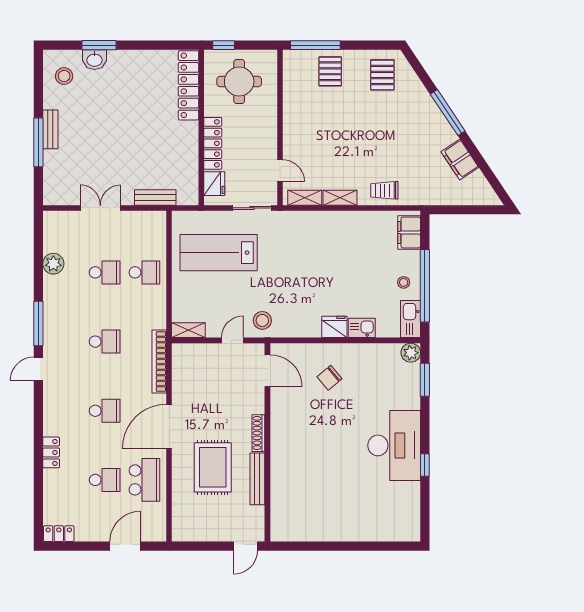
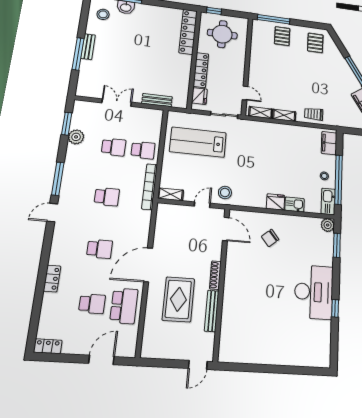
window: (38, 247) -> (67, 124), added
bookcase: (159, 361) -> (150, 187), moved

